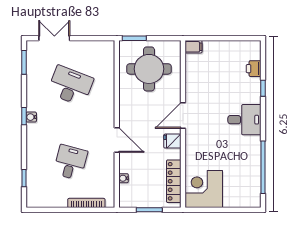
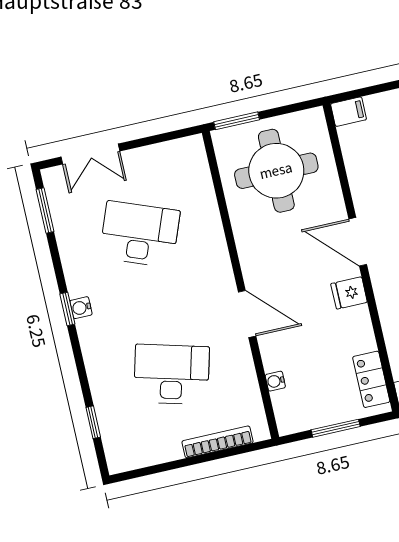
double door: (54, 38) -> (90, 154), swing flipped
door: (183, 115) -> (358, 242), hinge flipped
desk: (70, 162) -> (171, 374), width x1.37
locker: (174, 181) -> (371, 379), width x0.66

